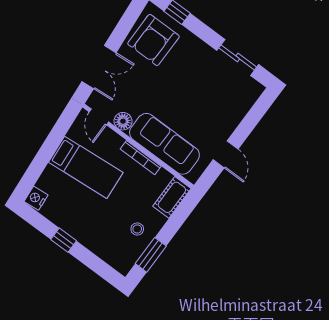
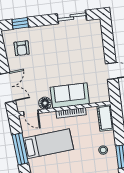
armchair: (153, 40) -> (22, 48), width x0.53, depth x0.53
window: (51, 144) -> (20, 149), added
sofa: (164, 144) -> (70, 96), width x0.73

